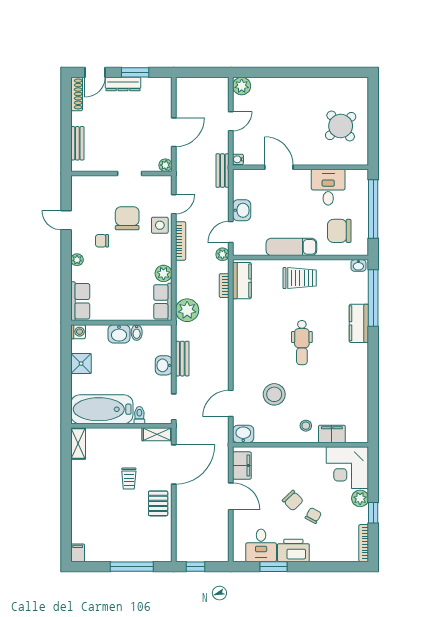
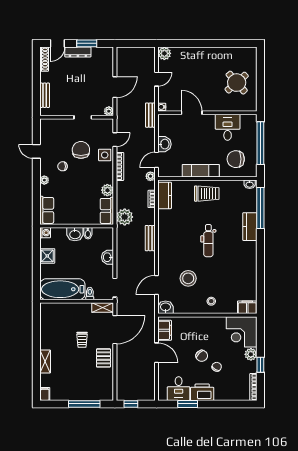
bench: (182, 359) -> (150, 238), moved
filing cabinet: (332, 434) -> (247, 307), moved
shelving: (78, 444) -> (45, 362), moved

